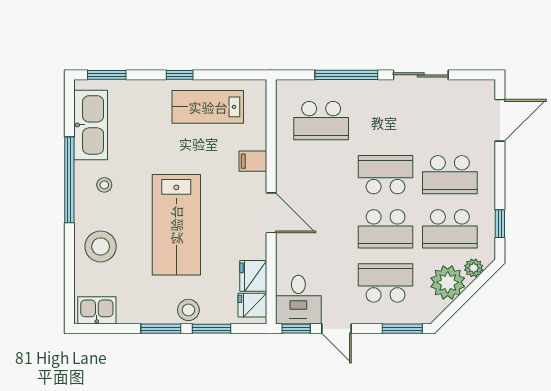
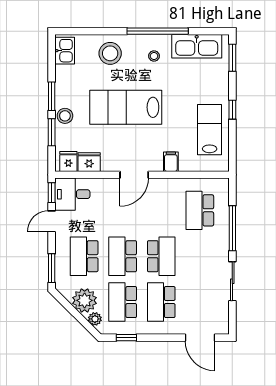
school desk: (386, 283) -> (84, 256), turned 180

